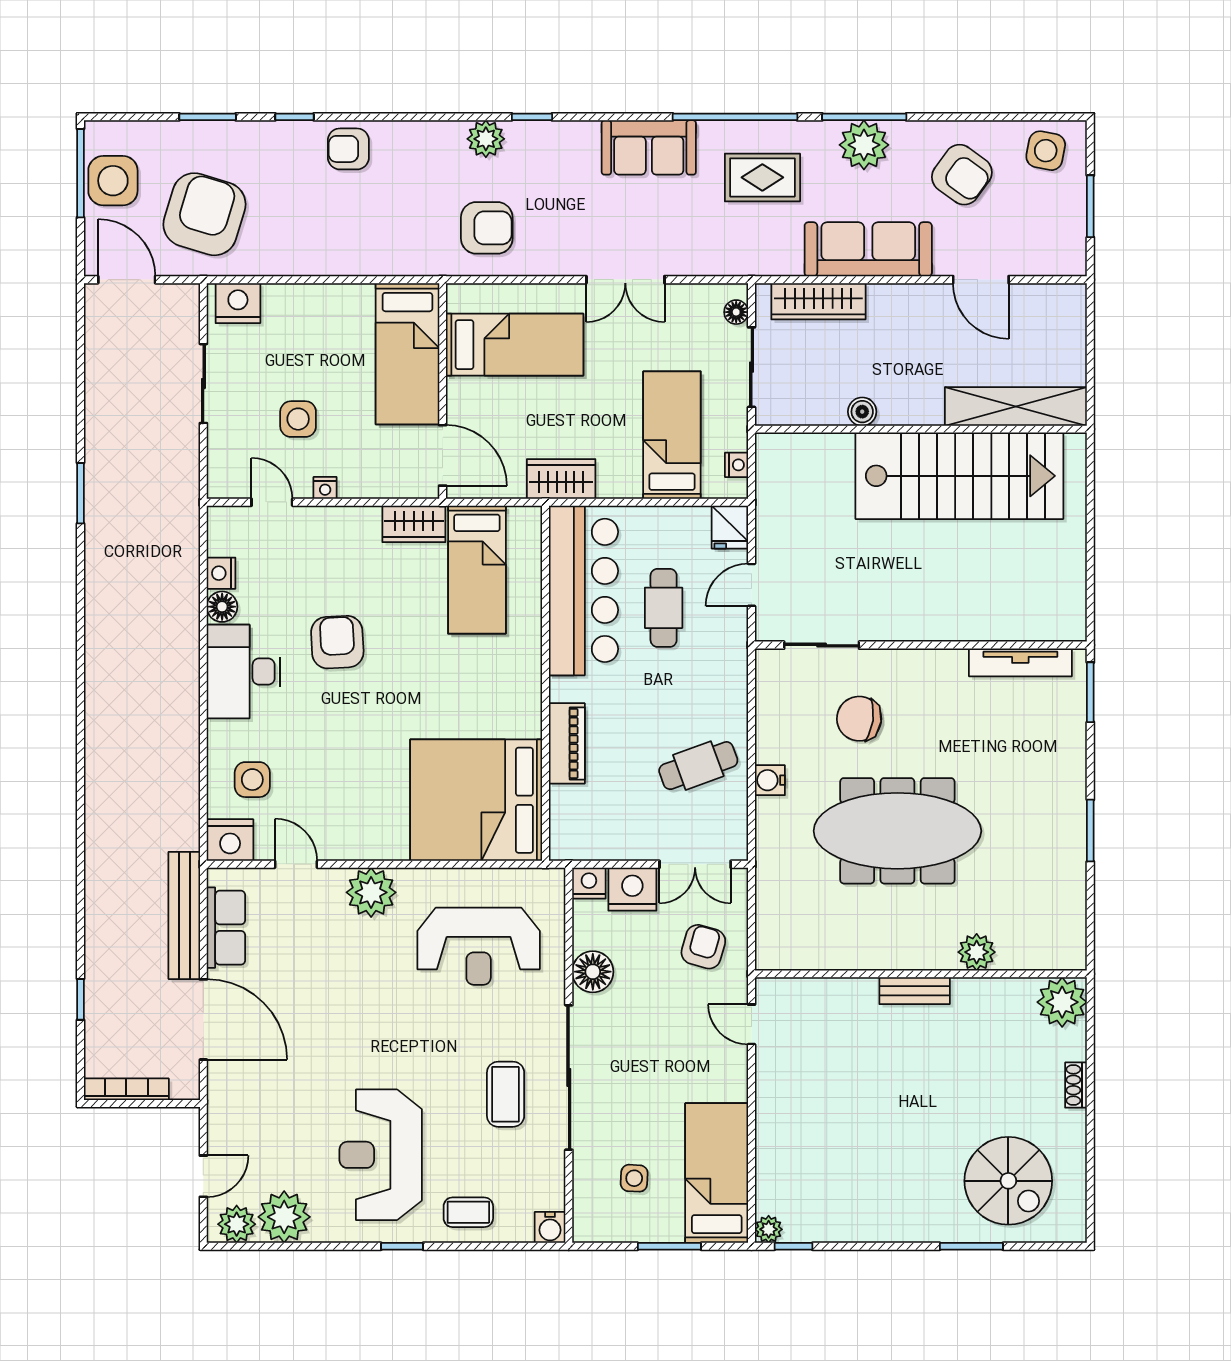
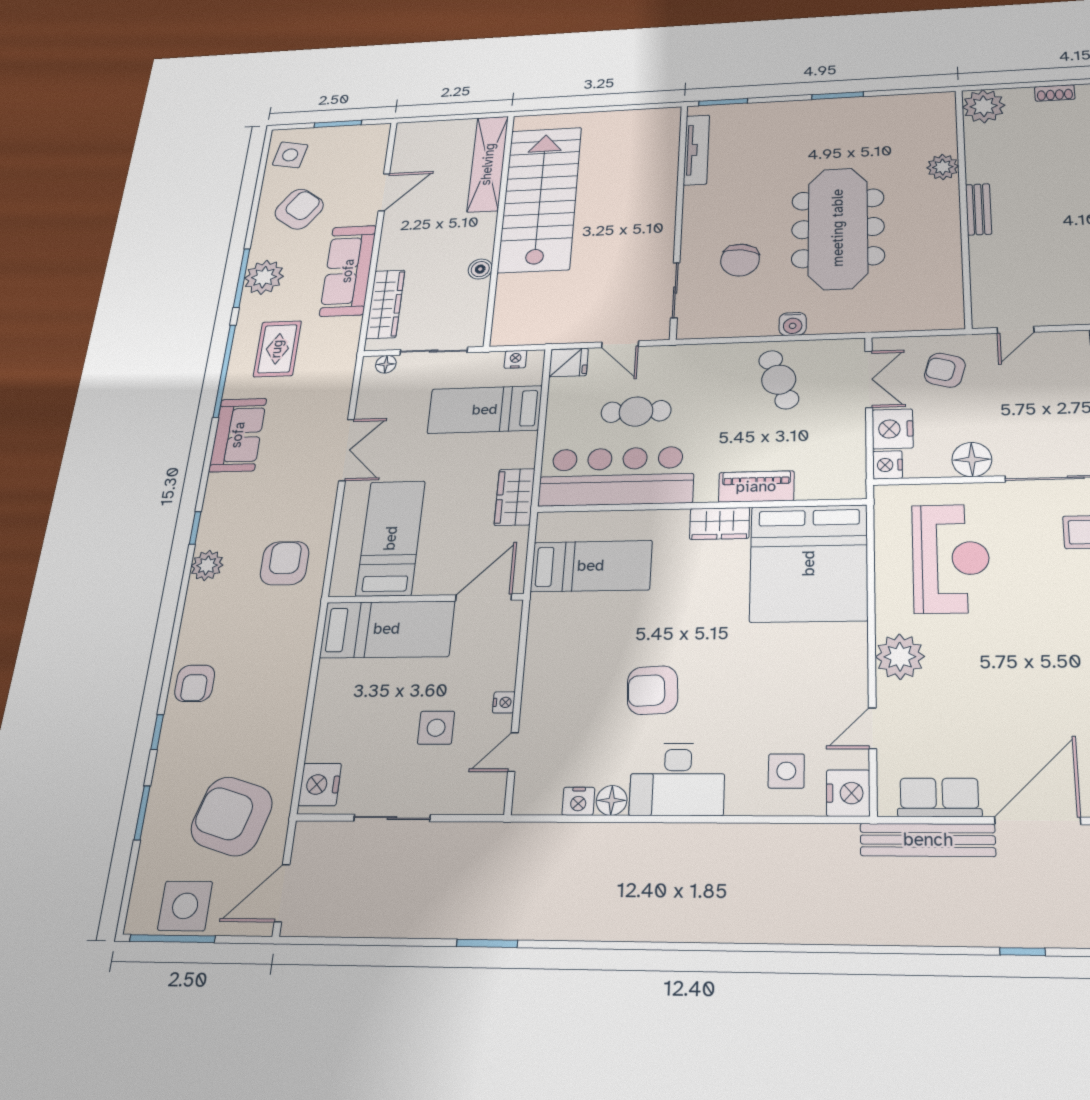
wardrobe: (414, 524) -> (720, 523), moved, turned 90

